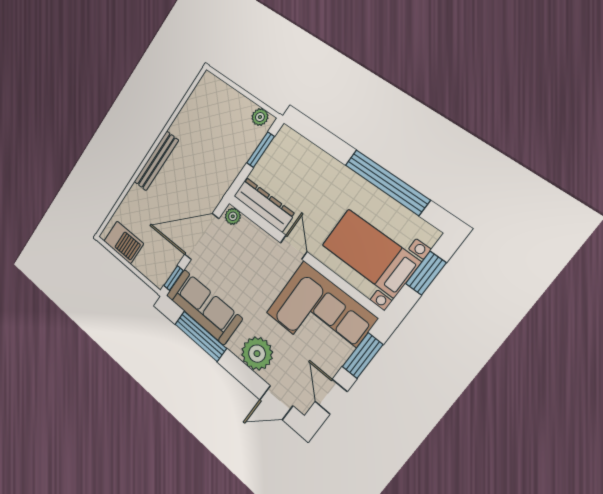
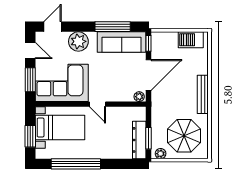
parasol: (214, 122) -> (184, 136), added
dresser: (264, 205) -> (139, 140), moved, turned 90

